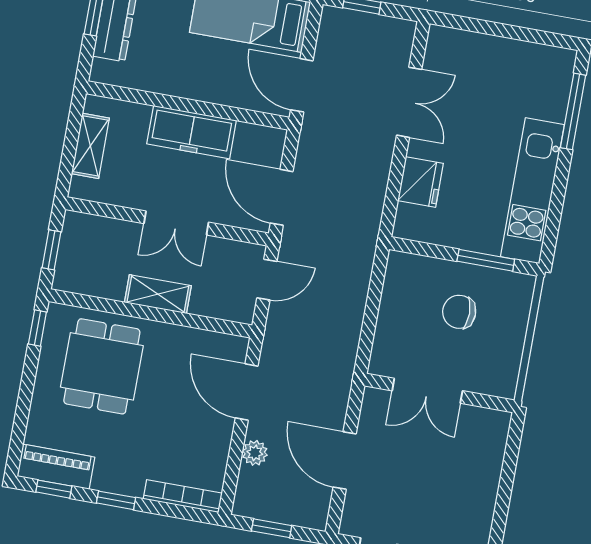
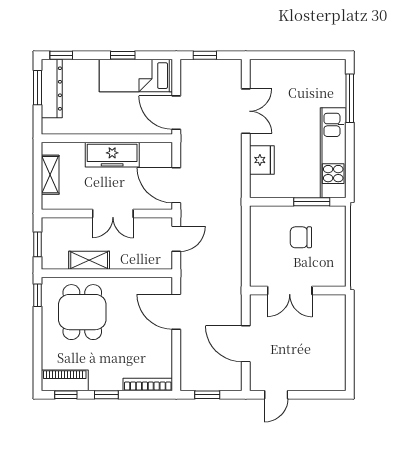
shelving: (158, 294) -> (89, 260), moved
plant: (255, 453) -> (188, 349), removed

